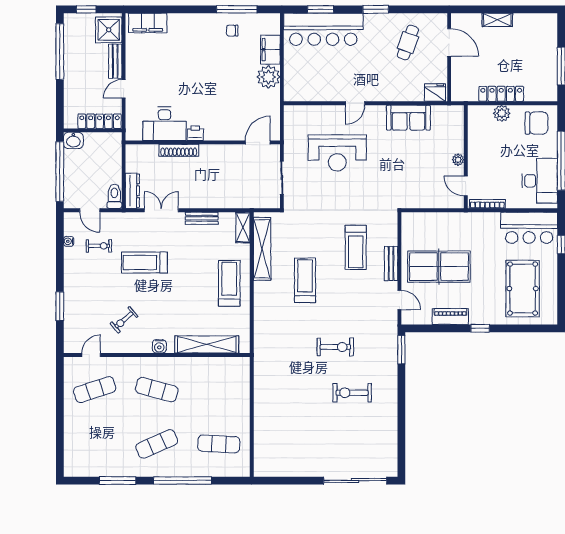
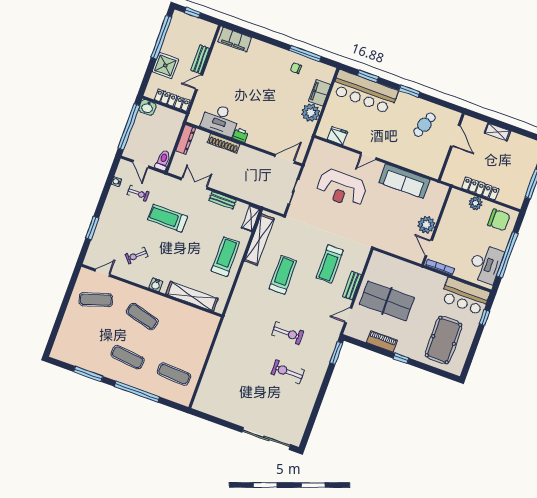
shower: (109, 30) -> (165, 65), moved
fridge: (435, 93) -> (337, 136), moved
sofa: (408, 118) -> (404, 181), width x1.36
plant: (458, 160) -> (426, 225), width x1.87, depth x1.87
dresser: (132, 191) -> (186, 139), moved
door: (399, 300) -> (348, 315), swing flipped
exercise mat: (157, 444) -> (128, 357), turned 30

